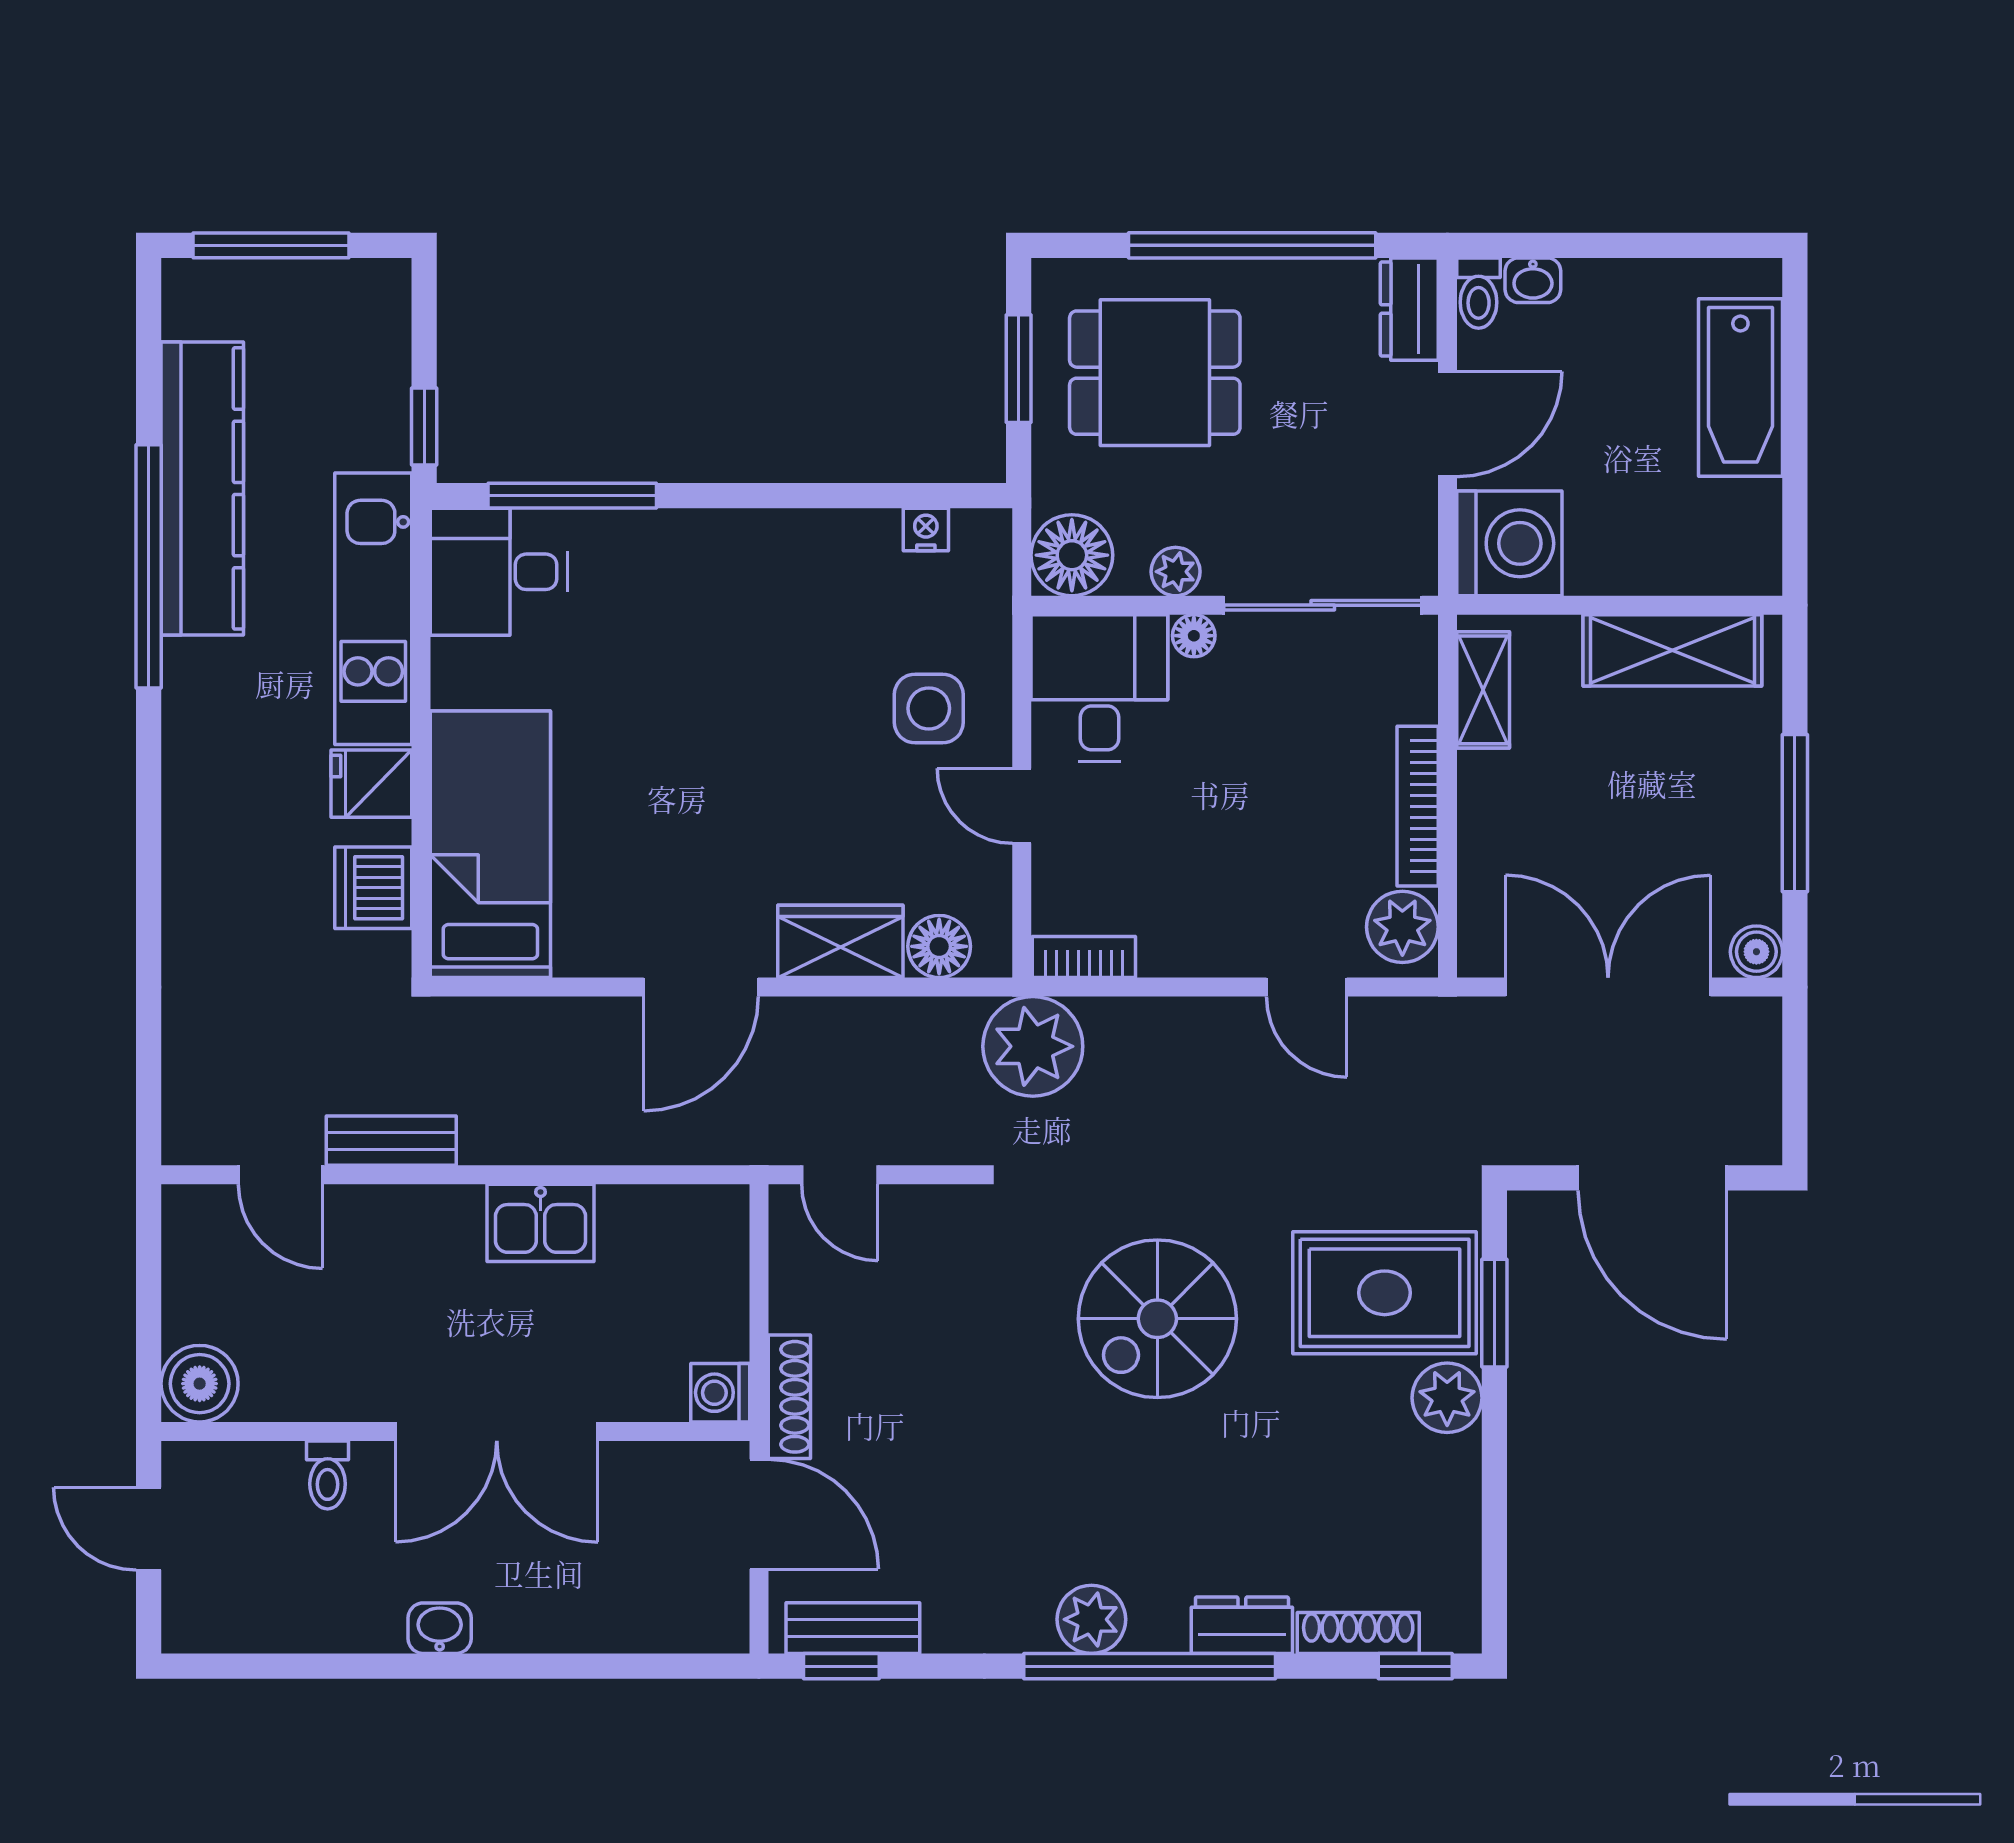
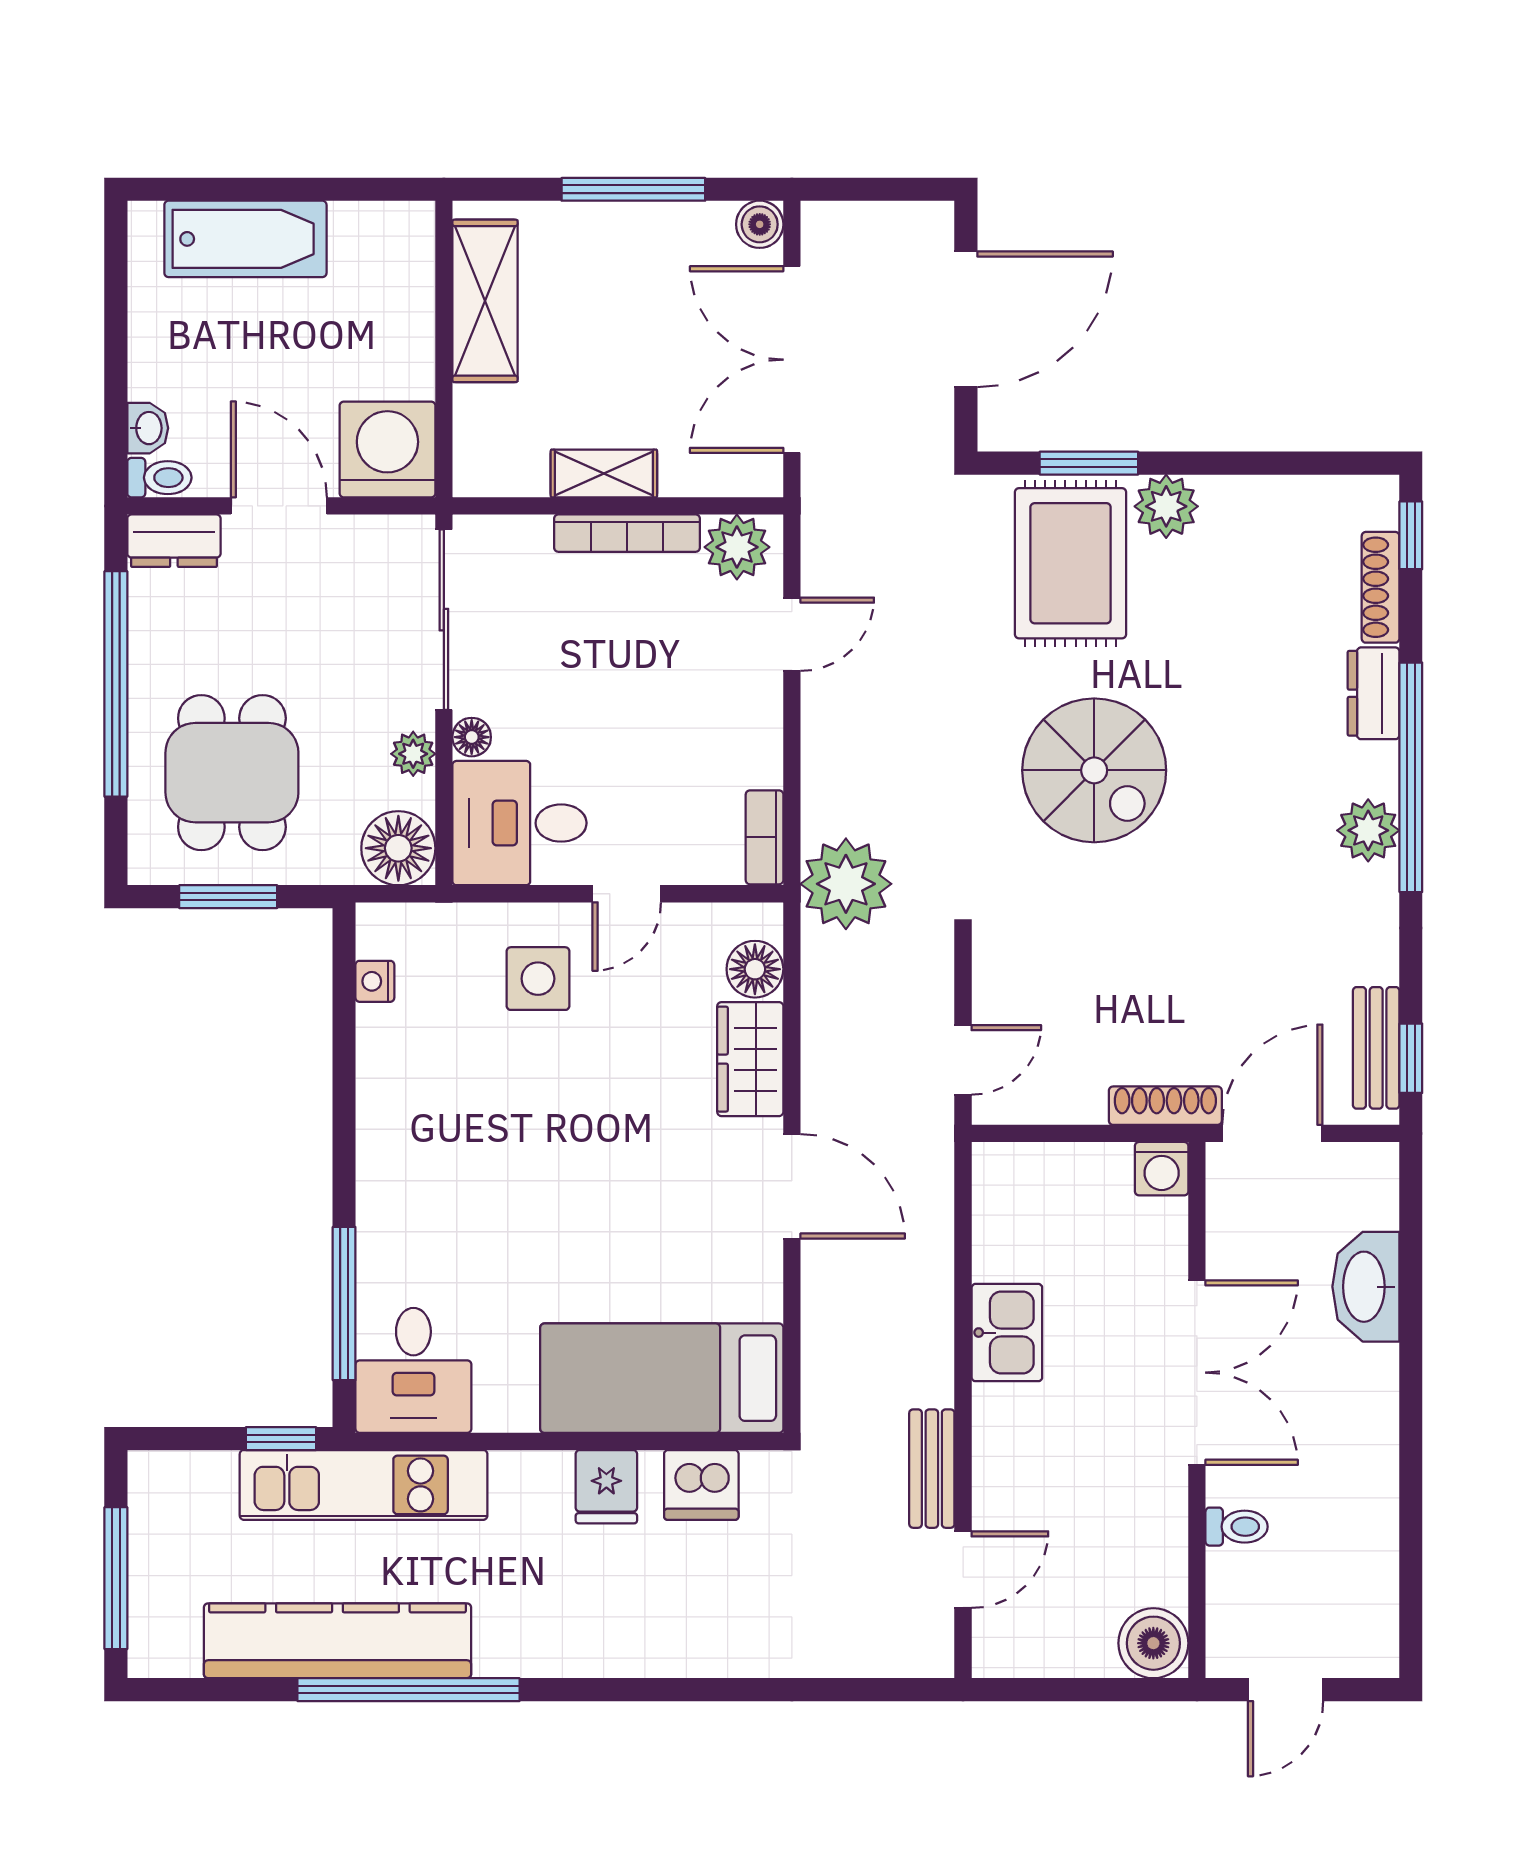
kitchen unit: (373, 609) -> (364, 1485), moved
shelving: (1483, 690) -> (604, 473), moved
washbasin: (440, 1628) -> (1366, 1287), moved, width x1.91, depth x1.45

